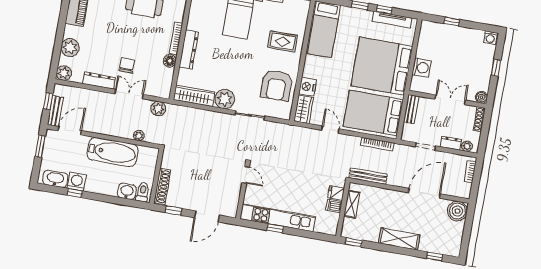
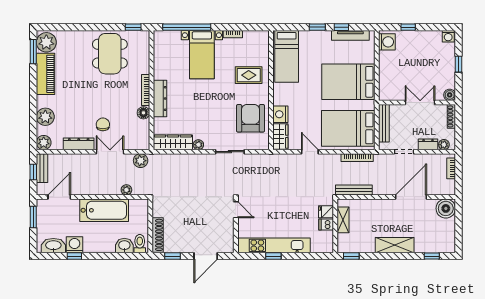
bed: (382, 66) -> (348, 82), width x0.73
washing machine: (421, 68) -> (387, 42), moved
armchair: (277, 85) -> (251, 118), turned 180
plant: (225, 99) -> (198, 145), width x0.53, depth x0.53
bench: (411, 109) -> (384, 123), width x1.36
bench: (55, 111) -> (42, 168), moved

